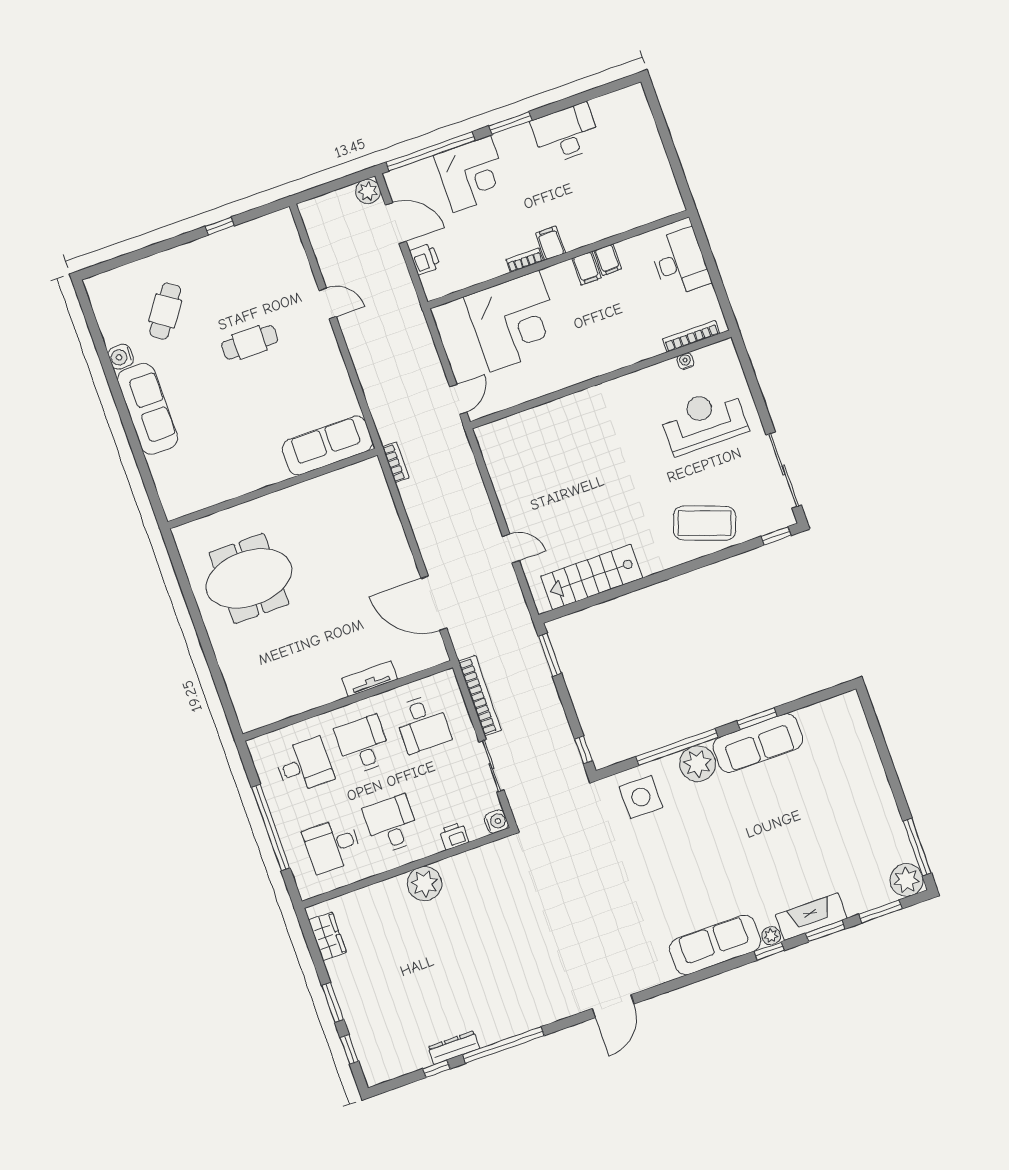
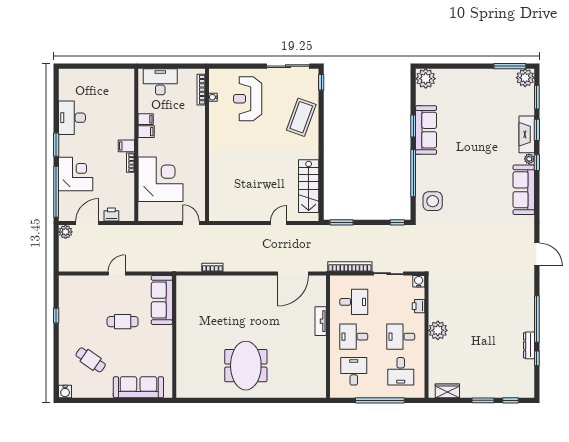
cafe table: (250, 342) -> (123, 322), turned 90
water cooler: (121, 357) -> (65, 392), moved
sofa: (327, 445) -> (162, 300), moved
wall: (273, 488) -> (174, 337), moved
plant: (698, 764) -> (426, 79), moved

